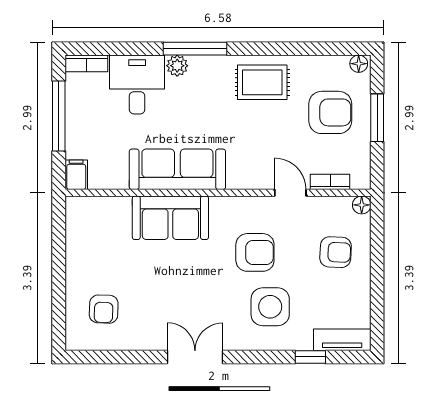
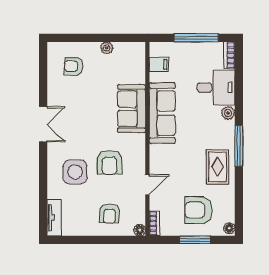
window: (195, 49) -> (239, 146), moved
armchair: (330, 112) -> (198, 210), turned 90
filing cabinet: (76, 175) -> (159, 64), moved
bookcase: (330, 182) -> (154, 223), moved
plant: (75, 257) -> (107, 48), added
window: (310, 357) -> (43, 197), removed

